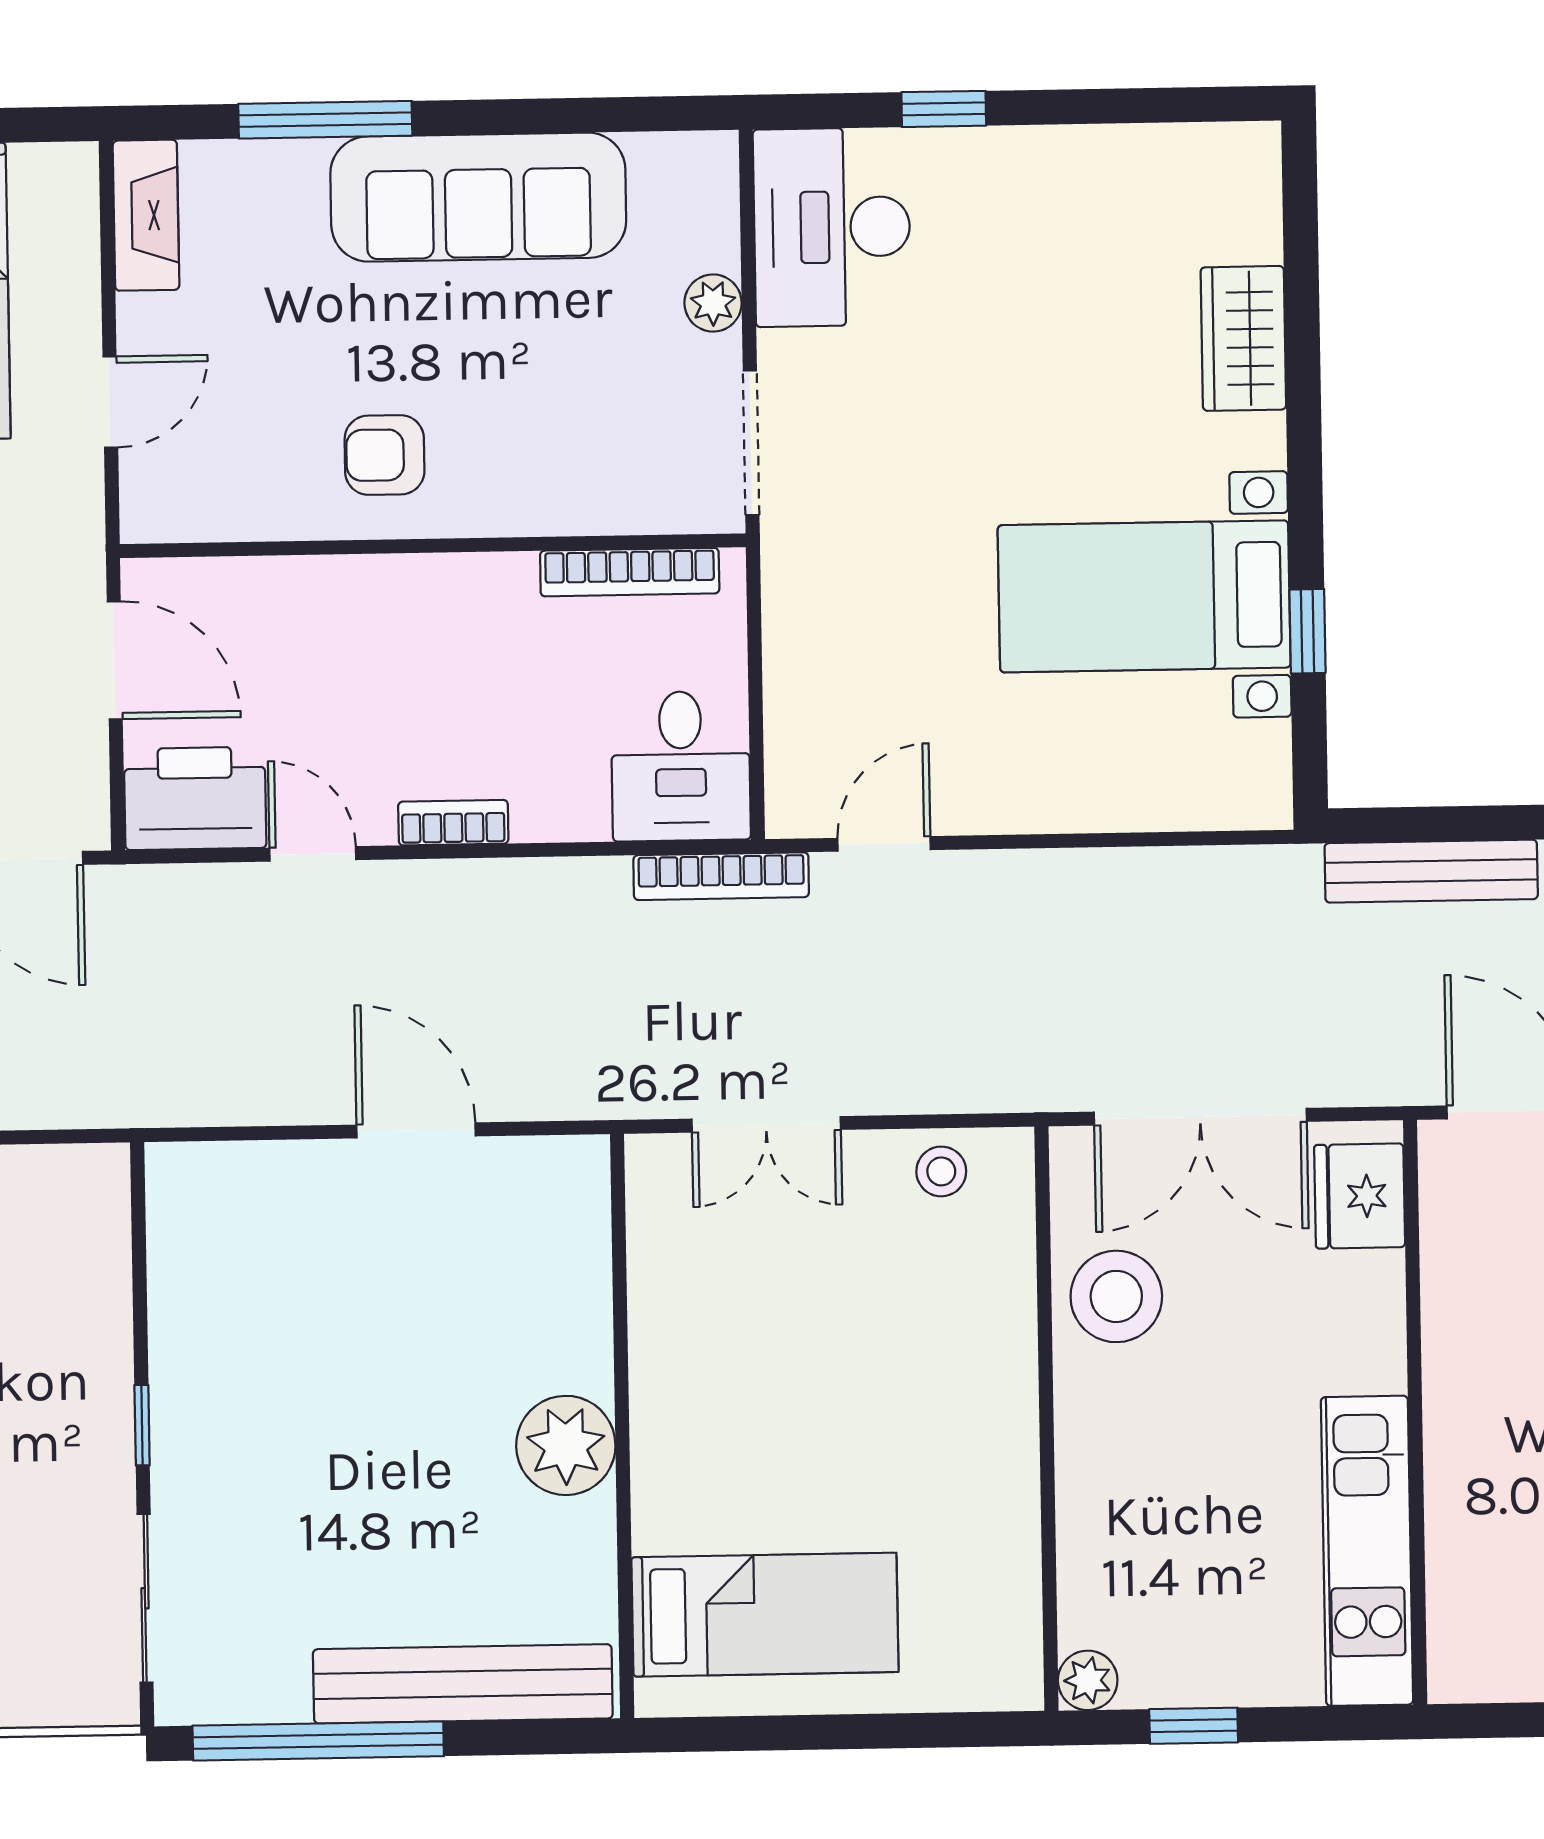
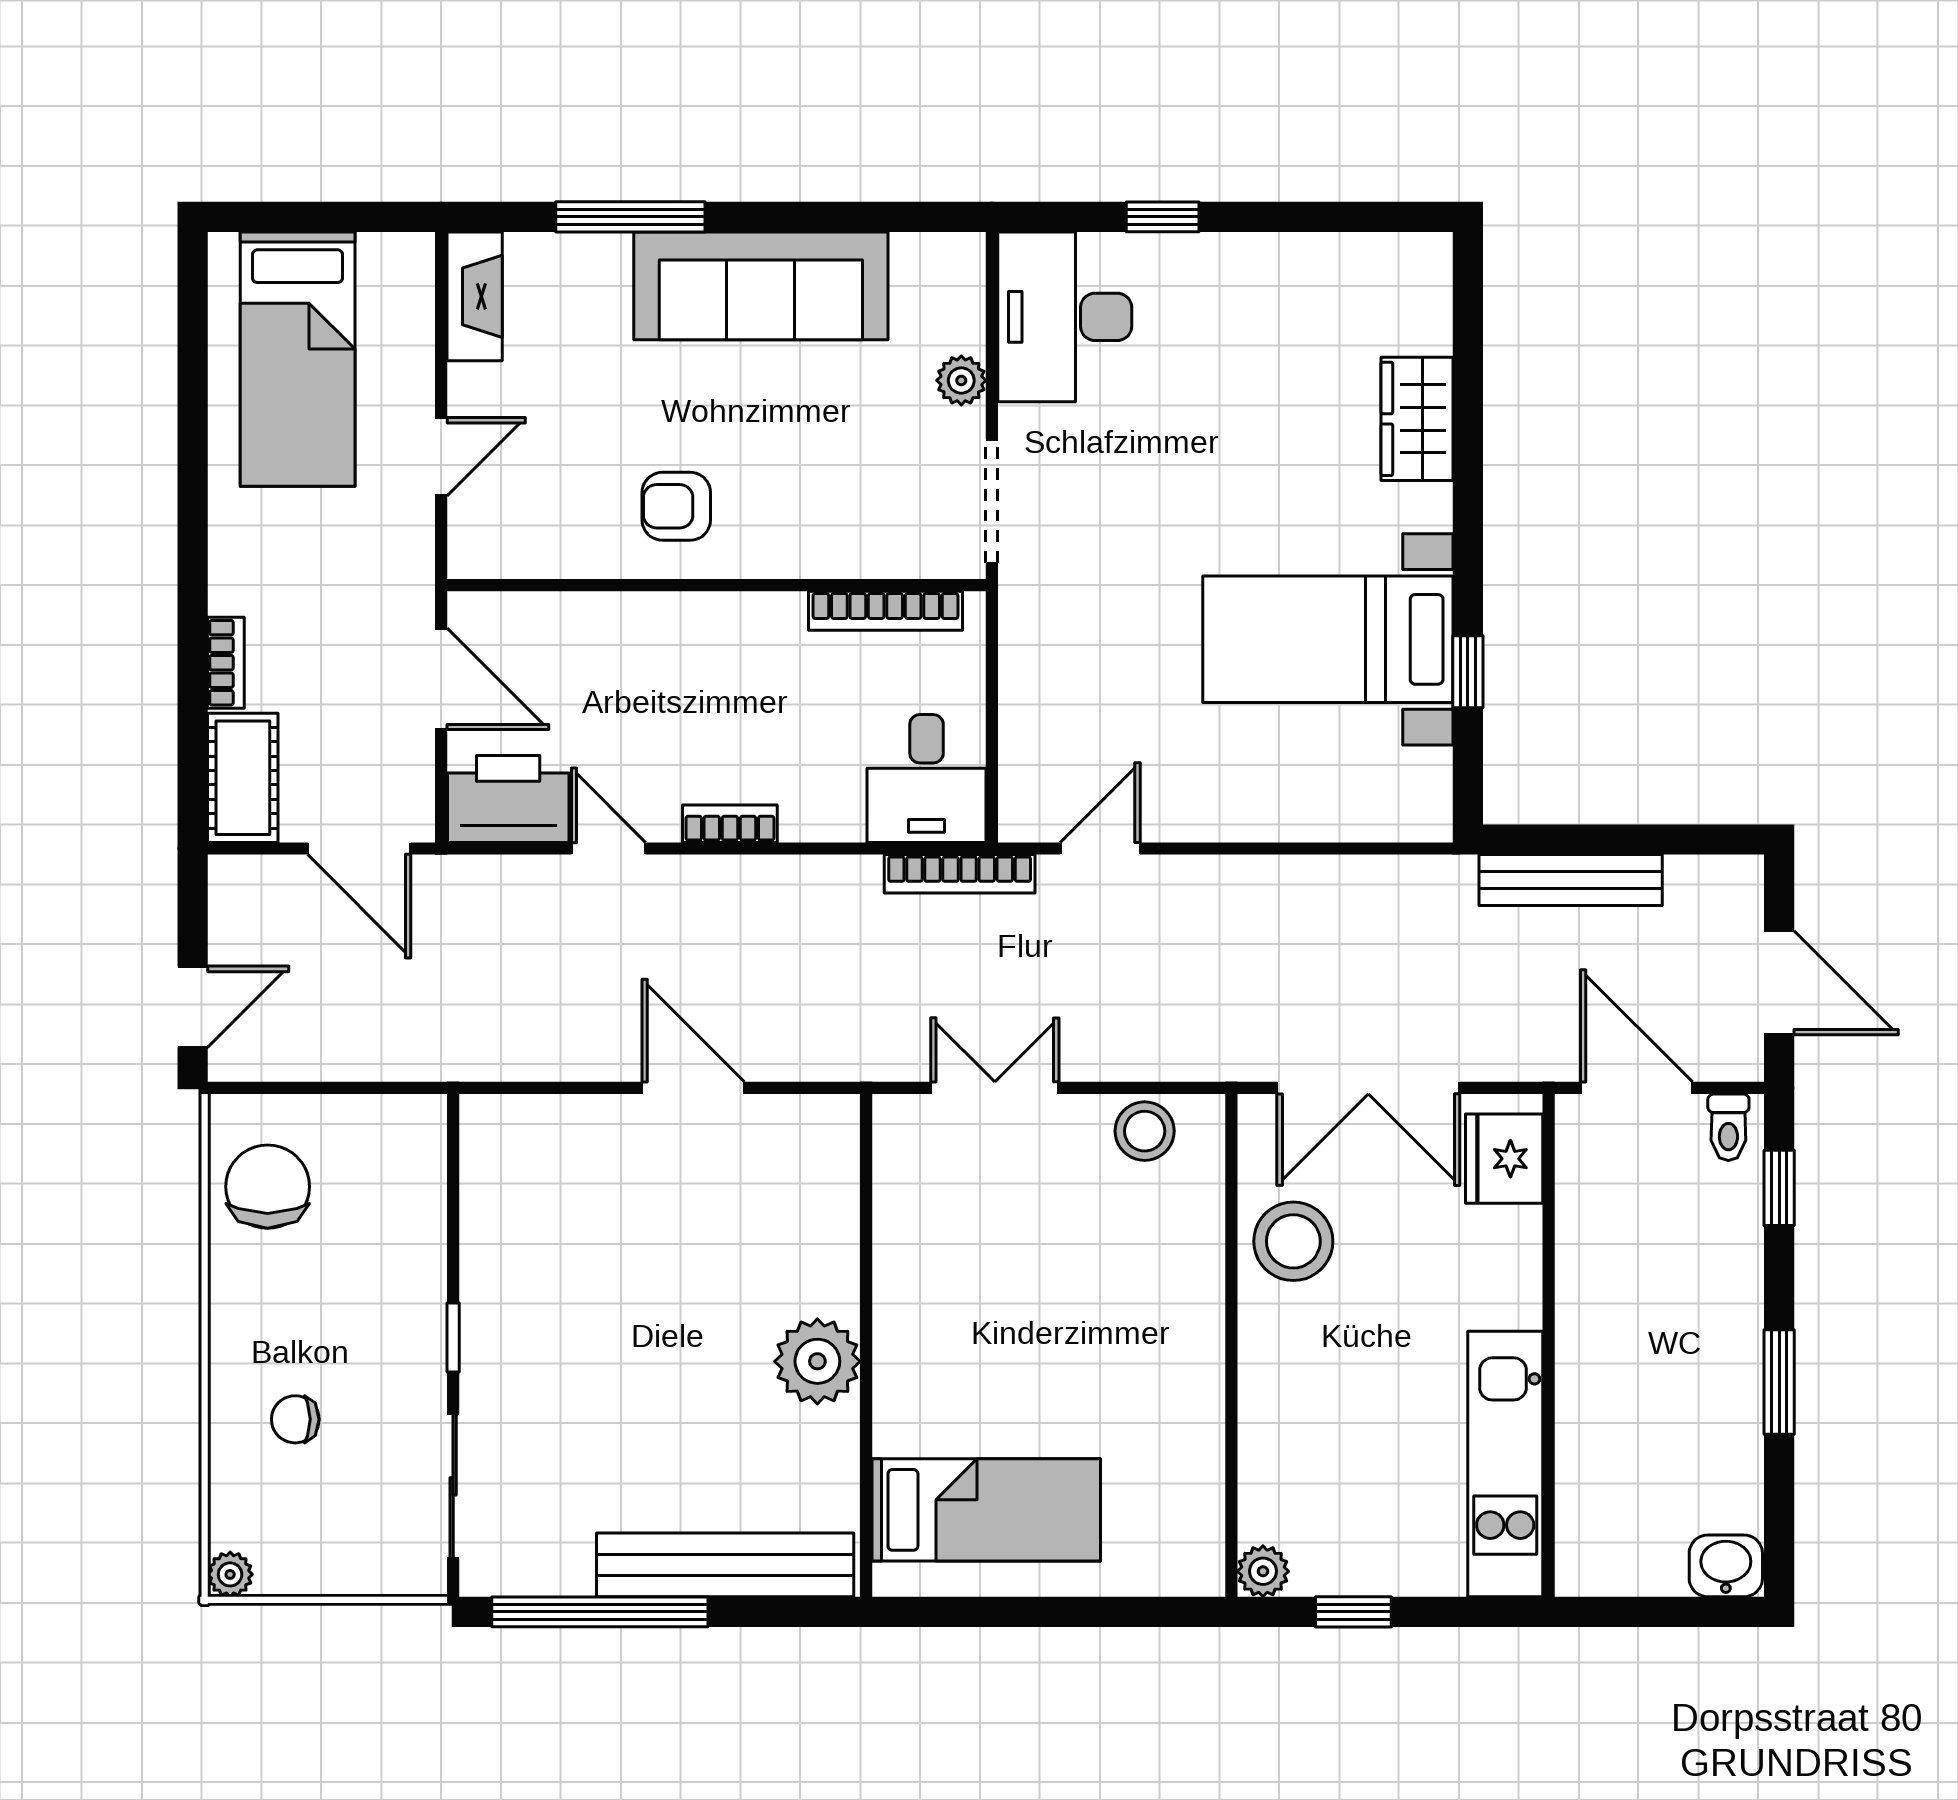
double door: (766, 1124) -> (995, 1088), swing flipped
stool: (941, 1171) -> (1145, 1131), width x1.37, depth x1.37

